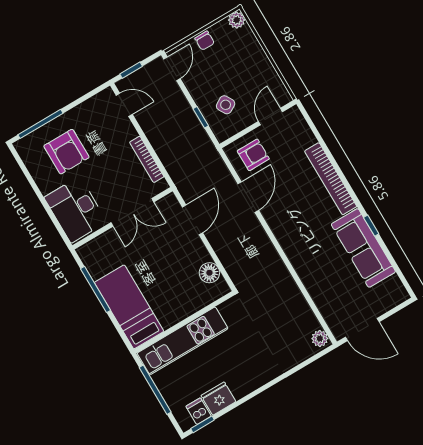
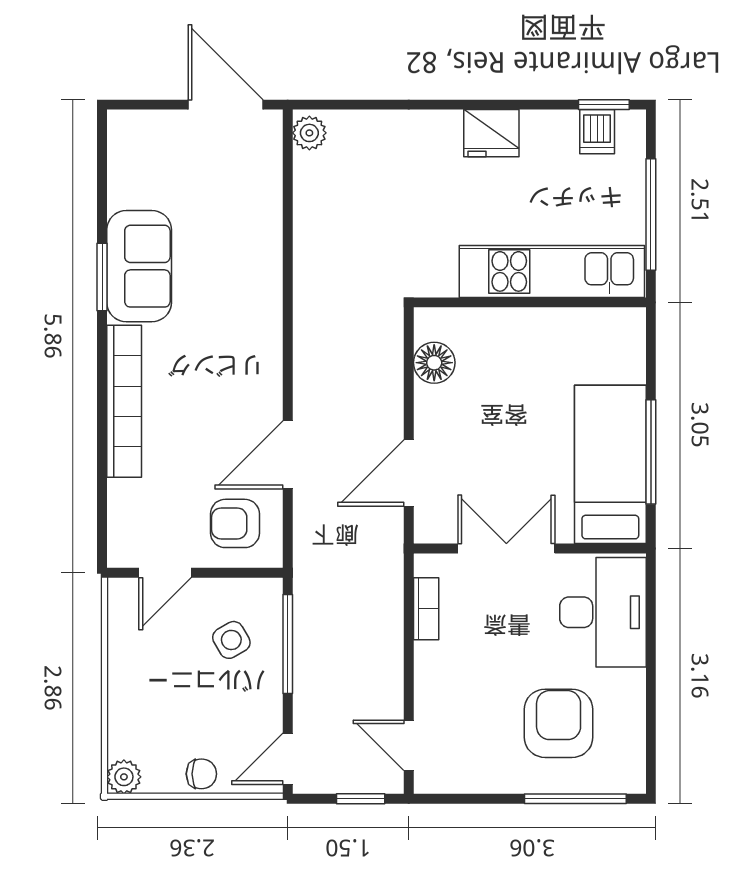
chair: (205, 41) -> (201, 774), turned 90
window: (201, 117) -> (288, 644), width x2.17
bookcase: (147, 159) -> (426, 609), width x0.64
window: (371, 226) -> (102, 277), width x1.50
sofa: (363, 248) -> (139, 266), width x0.73
bed: (129, 307) -> (610, 464), moved, turned 180
fridge: (218, 399) -> (491, 133), moved

